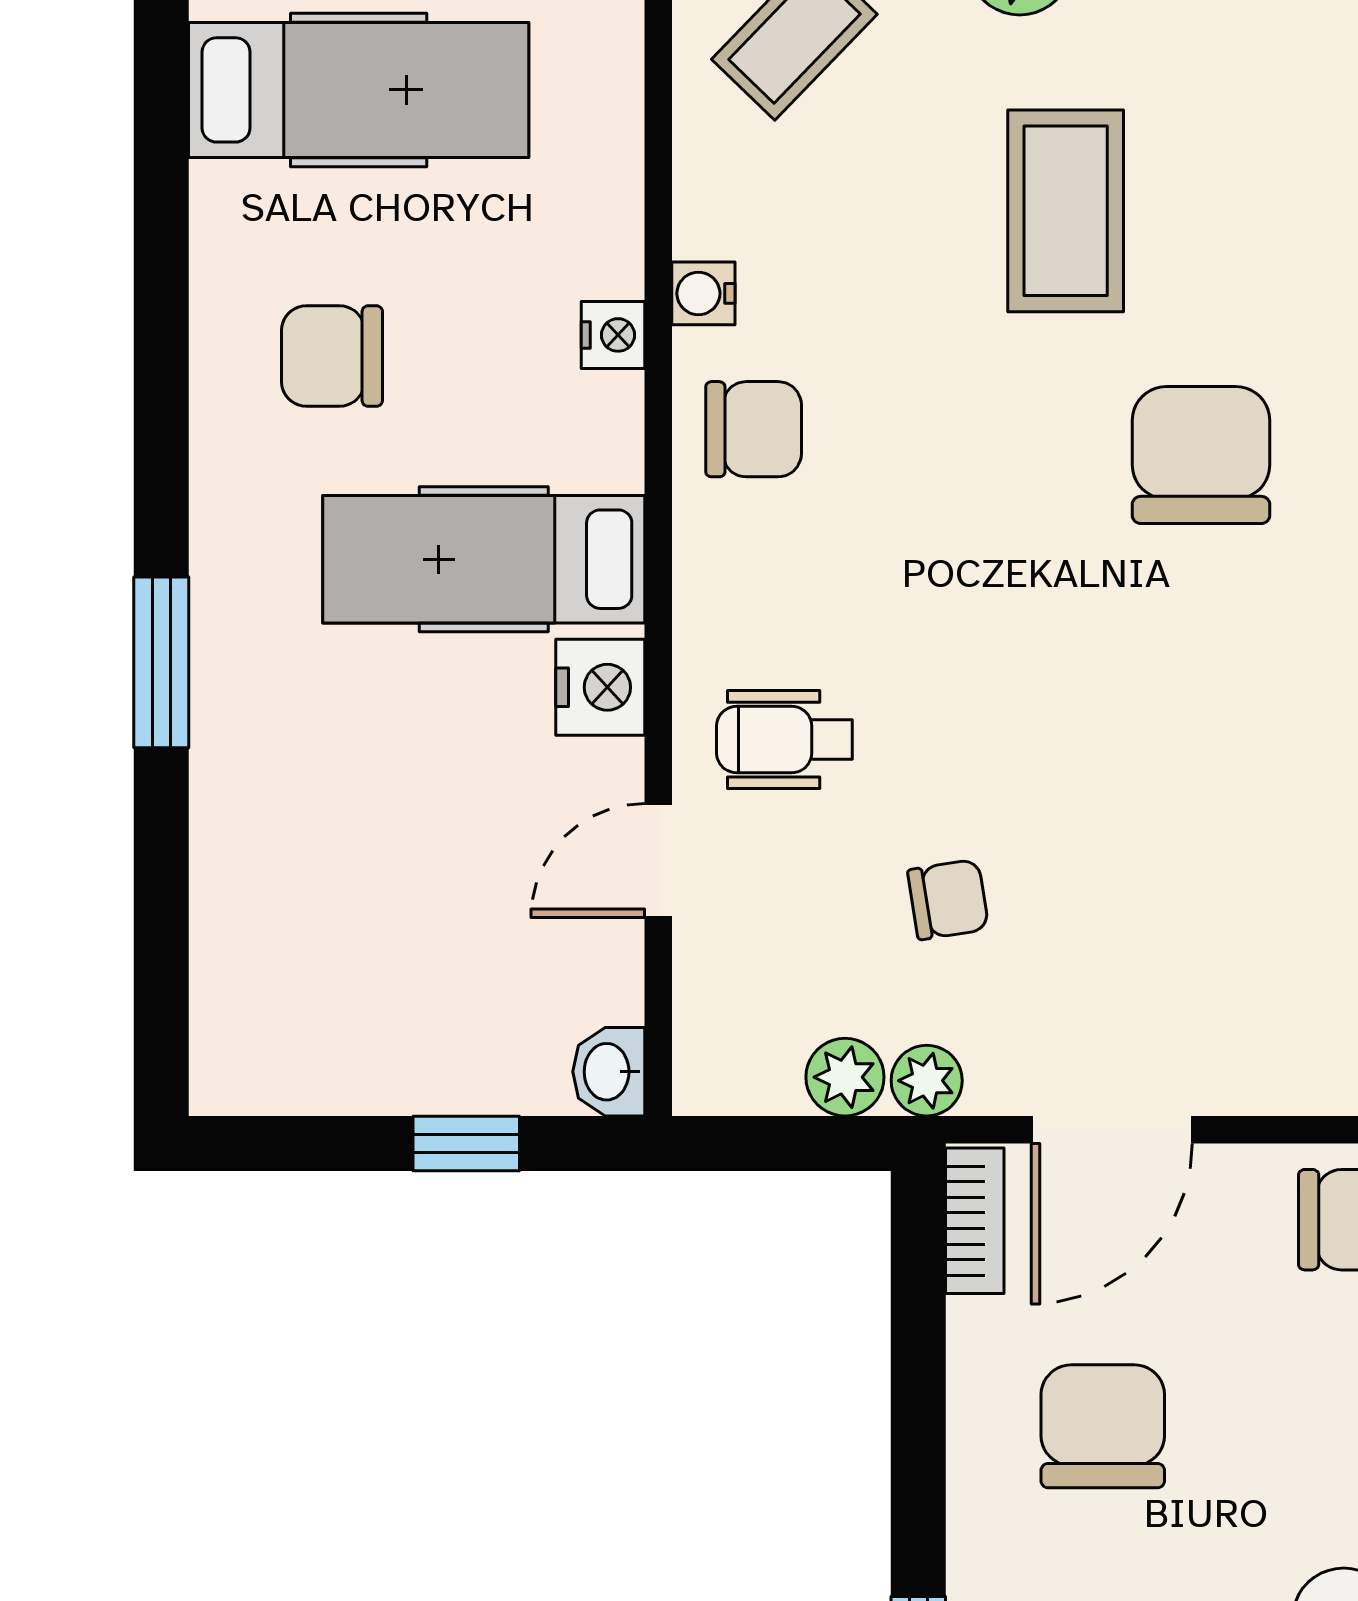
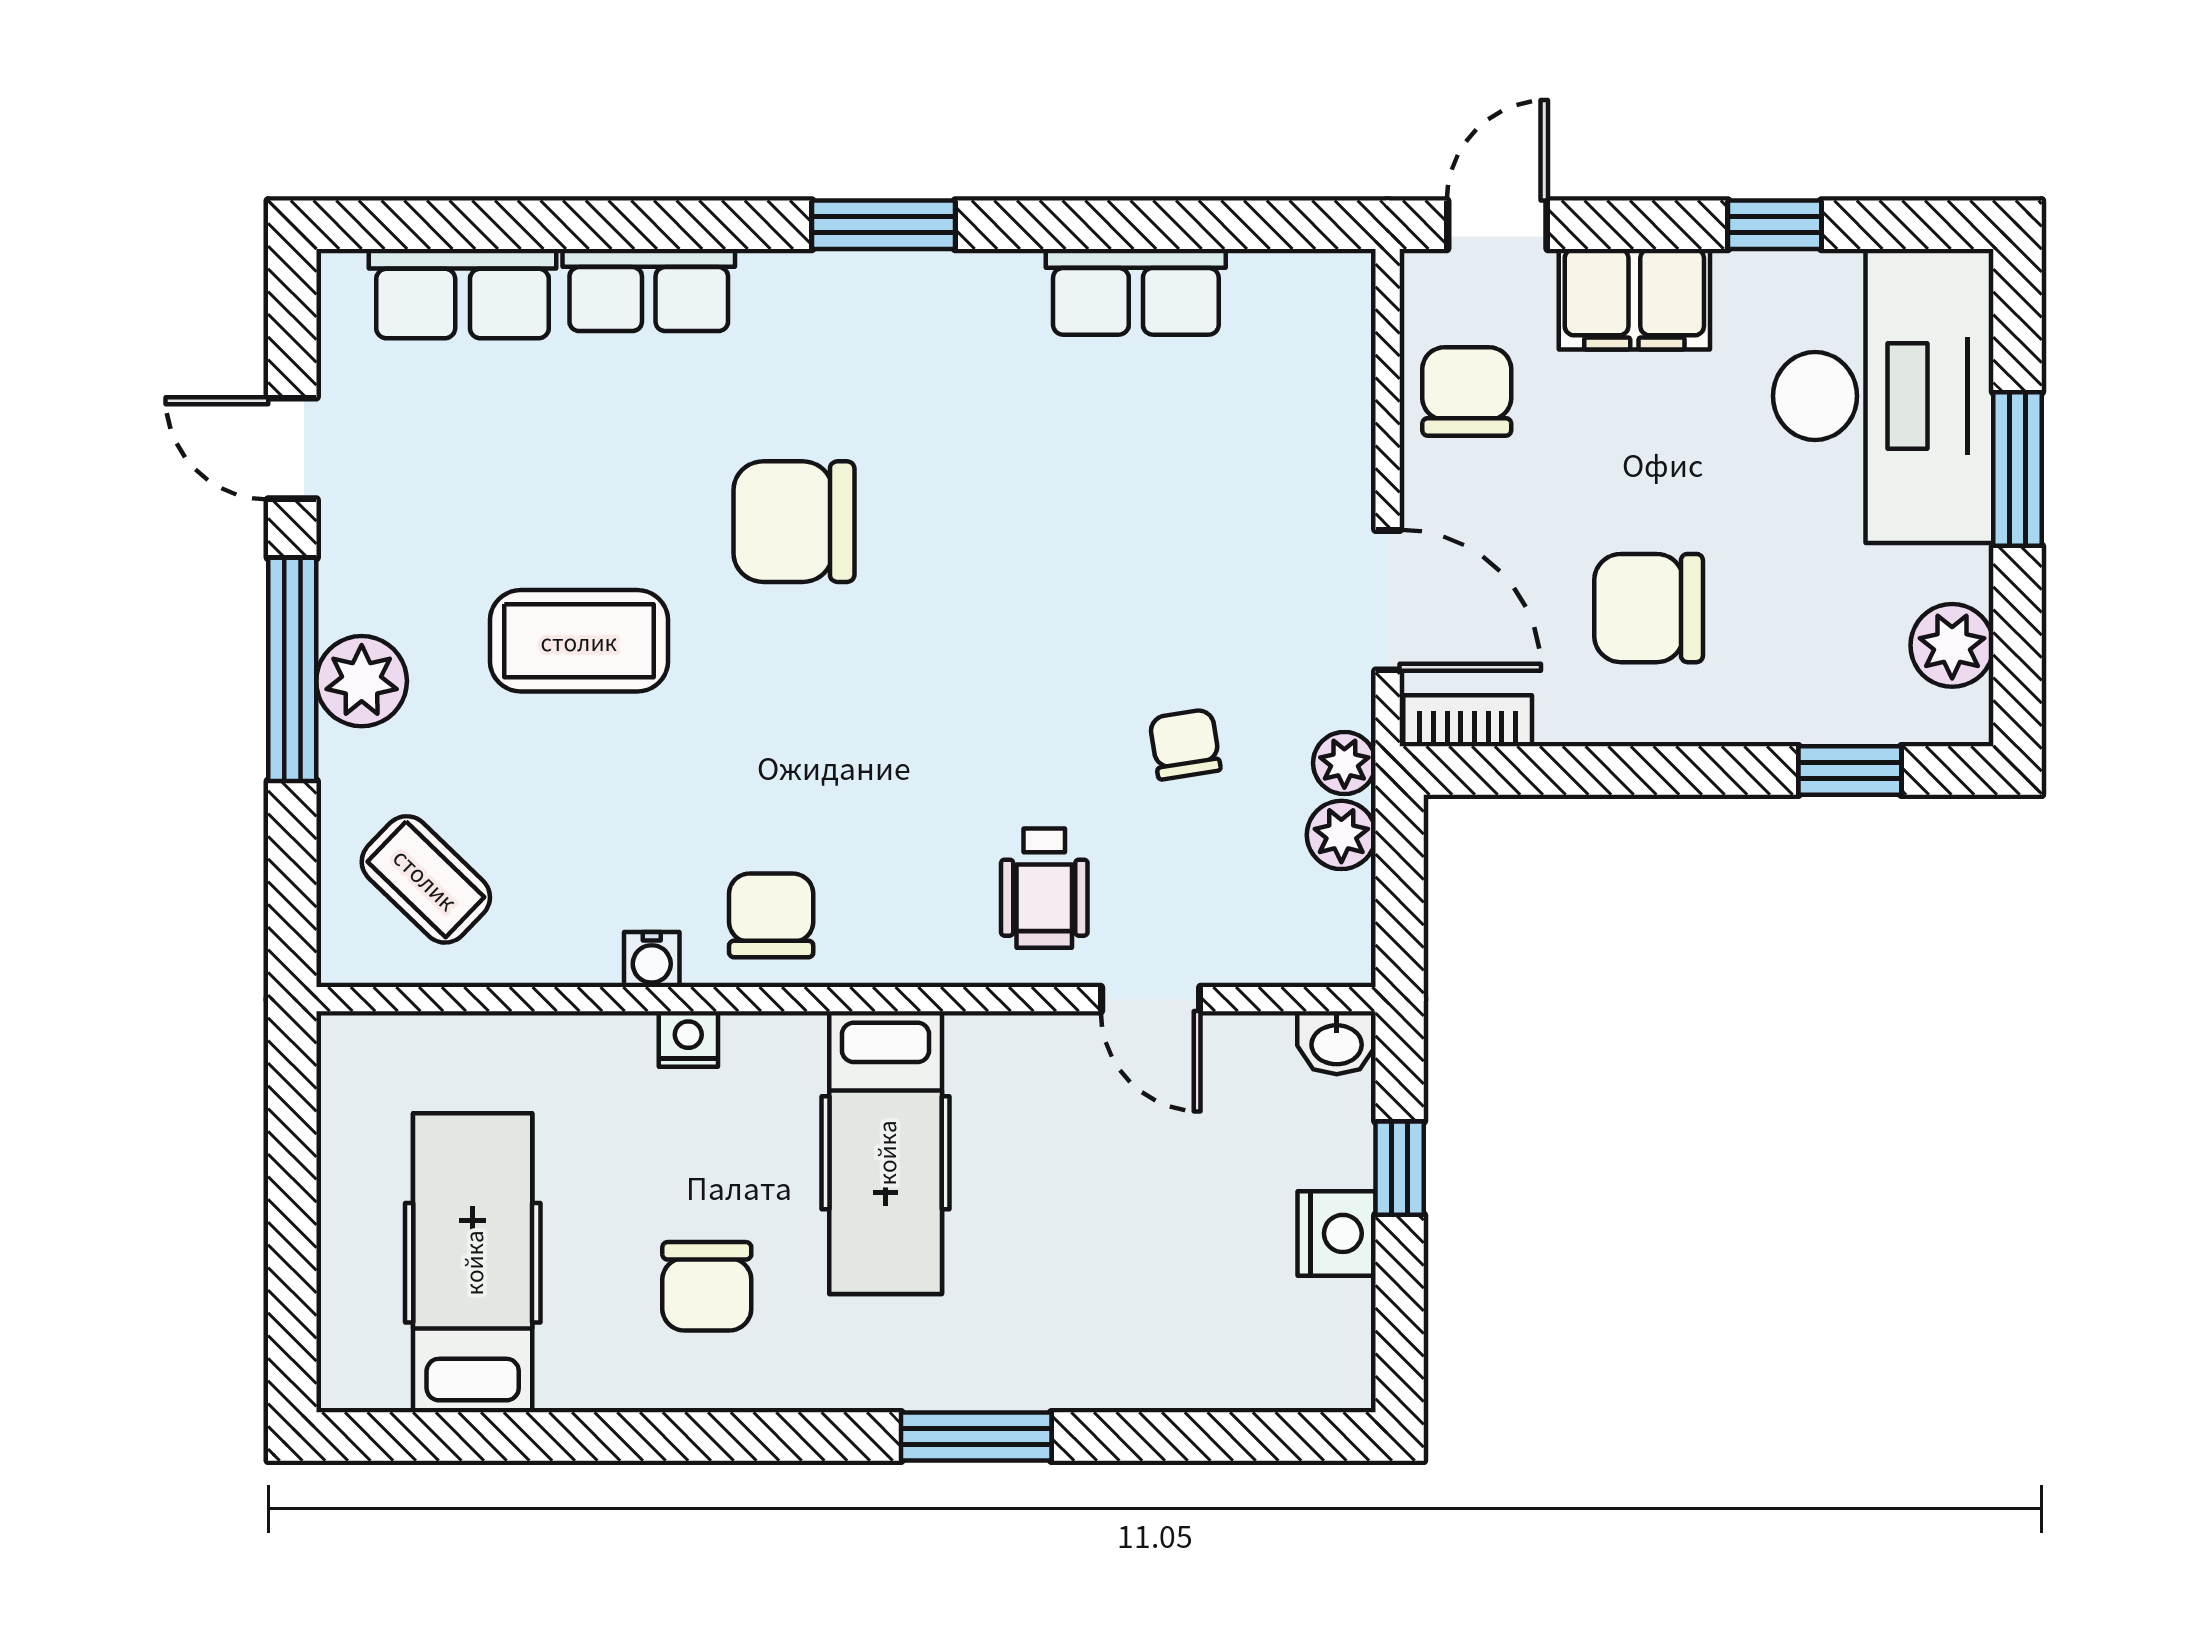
nightstand: (600, 687) -> (1337, 1233), moved, turned 90

